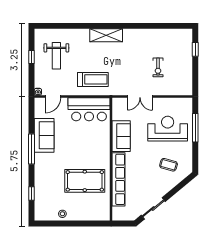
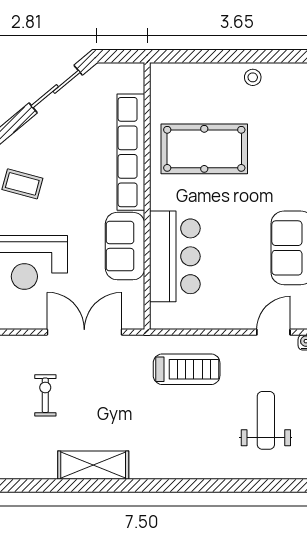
shelving: (106, 35) -> (93, 465), moved
treadmill: (93, 79) -> (187, 369), turned 180
double door: (140, 96) -> (84, 332), width x1.37
bar counter: (89, 109) -> (175, 256), moved, turned 90

